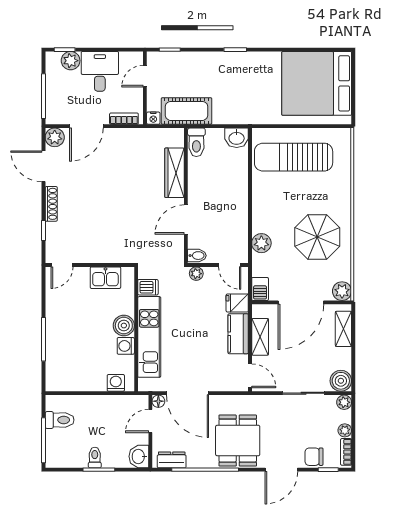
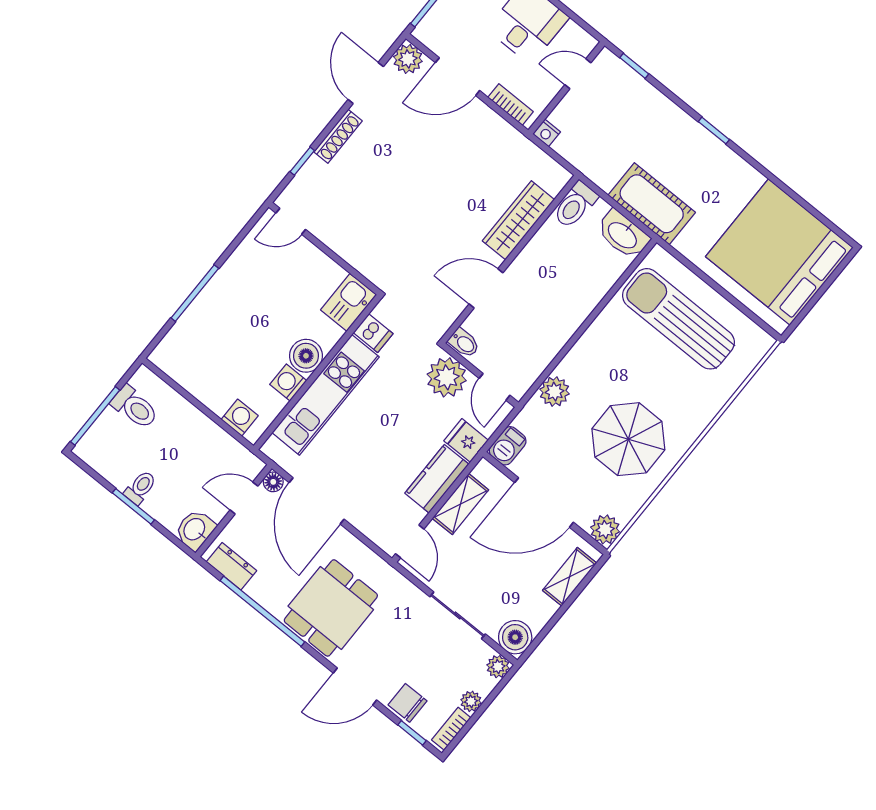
cot: (186, 111) -> (652, 204), moved
washbasin: (237, 138) -> (623, 235), width x1.38
plant: (196, 274) -> (447, 377), width x1.87, depth x1.87
kitchen sink: (105, 278) -> (349, 302), moved, turned 90

